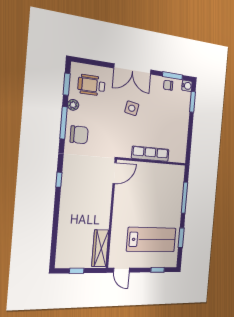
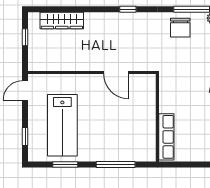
row of seats: (150, 154) -> (166, 137), moved
door: (115, 173) -> (116, 72), moved
wardrobe: (100, 248) -> (62, 20), moved, turned 180

